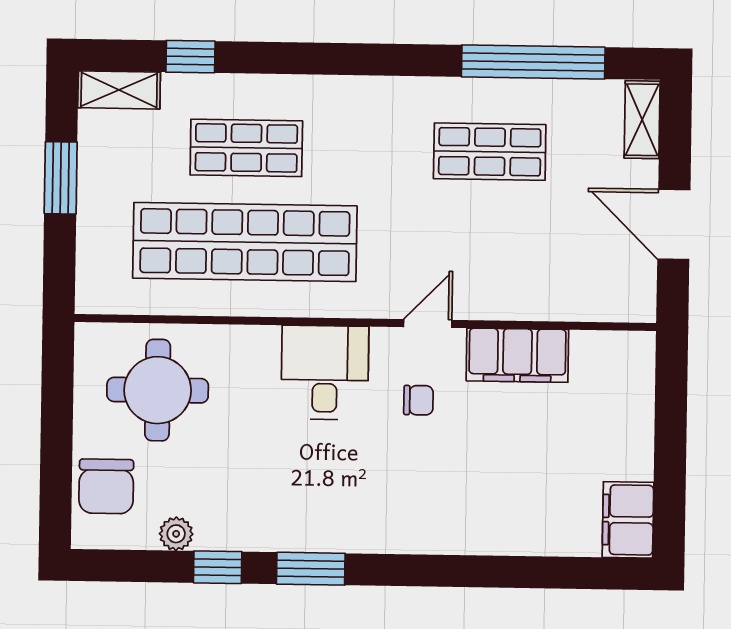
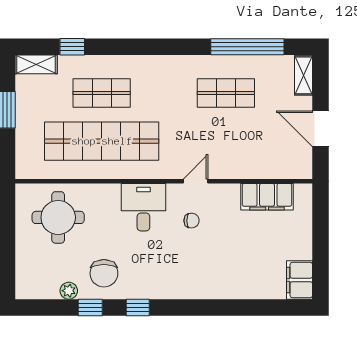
filing cabinet: (517, 355) -> (267, 197), moved
chair: (106, 486) -> (104, 273), moved
window: (311, 569) -> (138, 307), width x0.67

